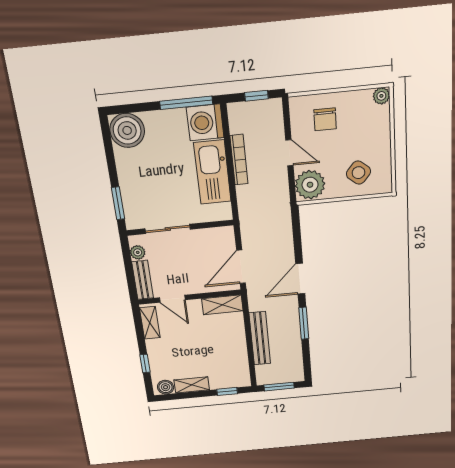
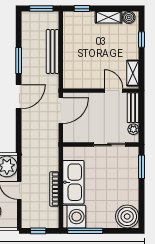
shelving: (222, 305) -> (77, 82), removed

